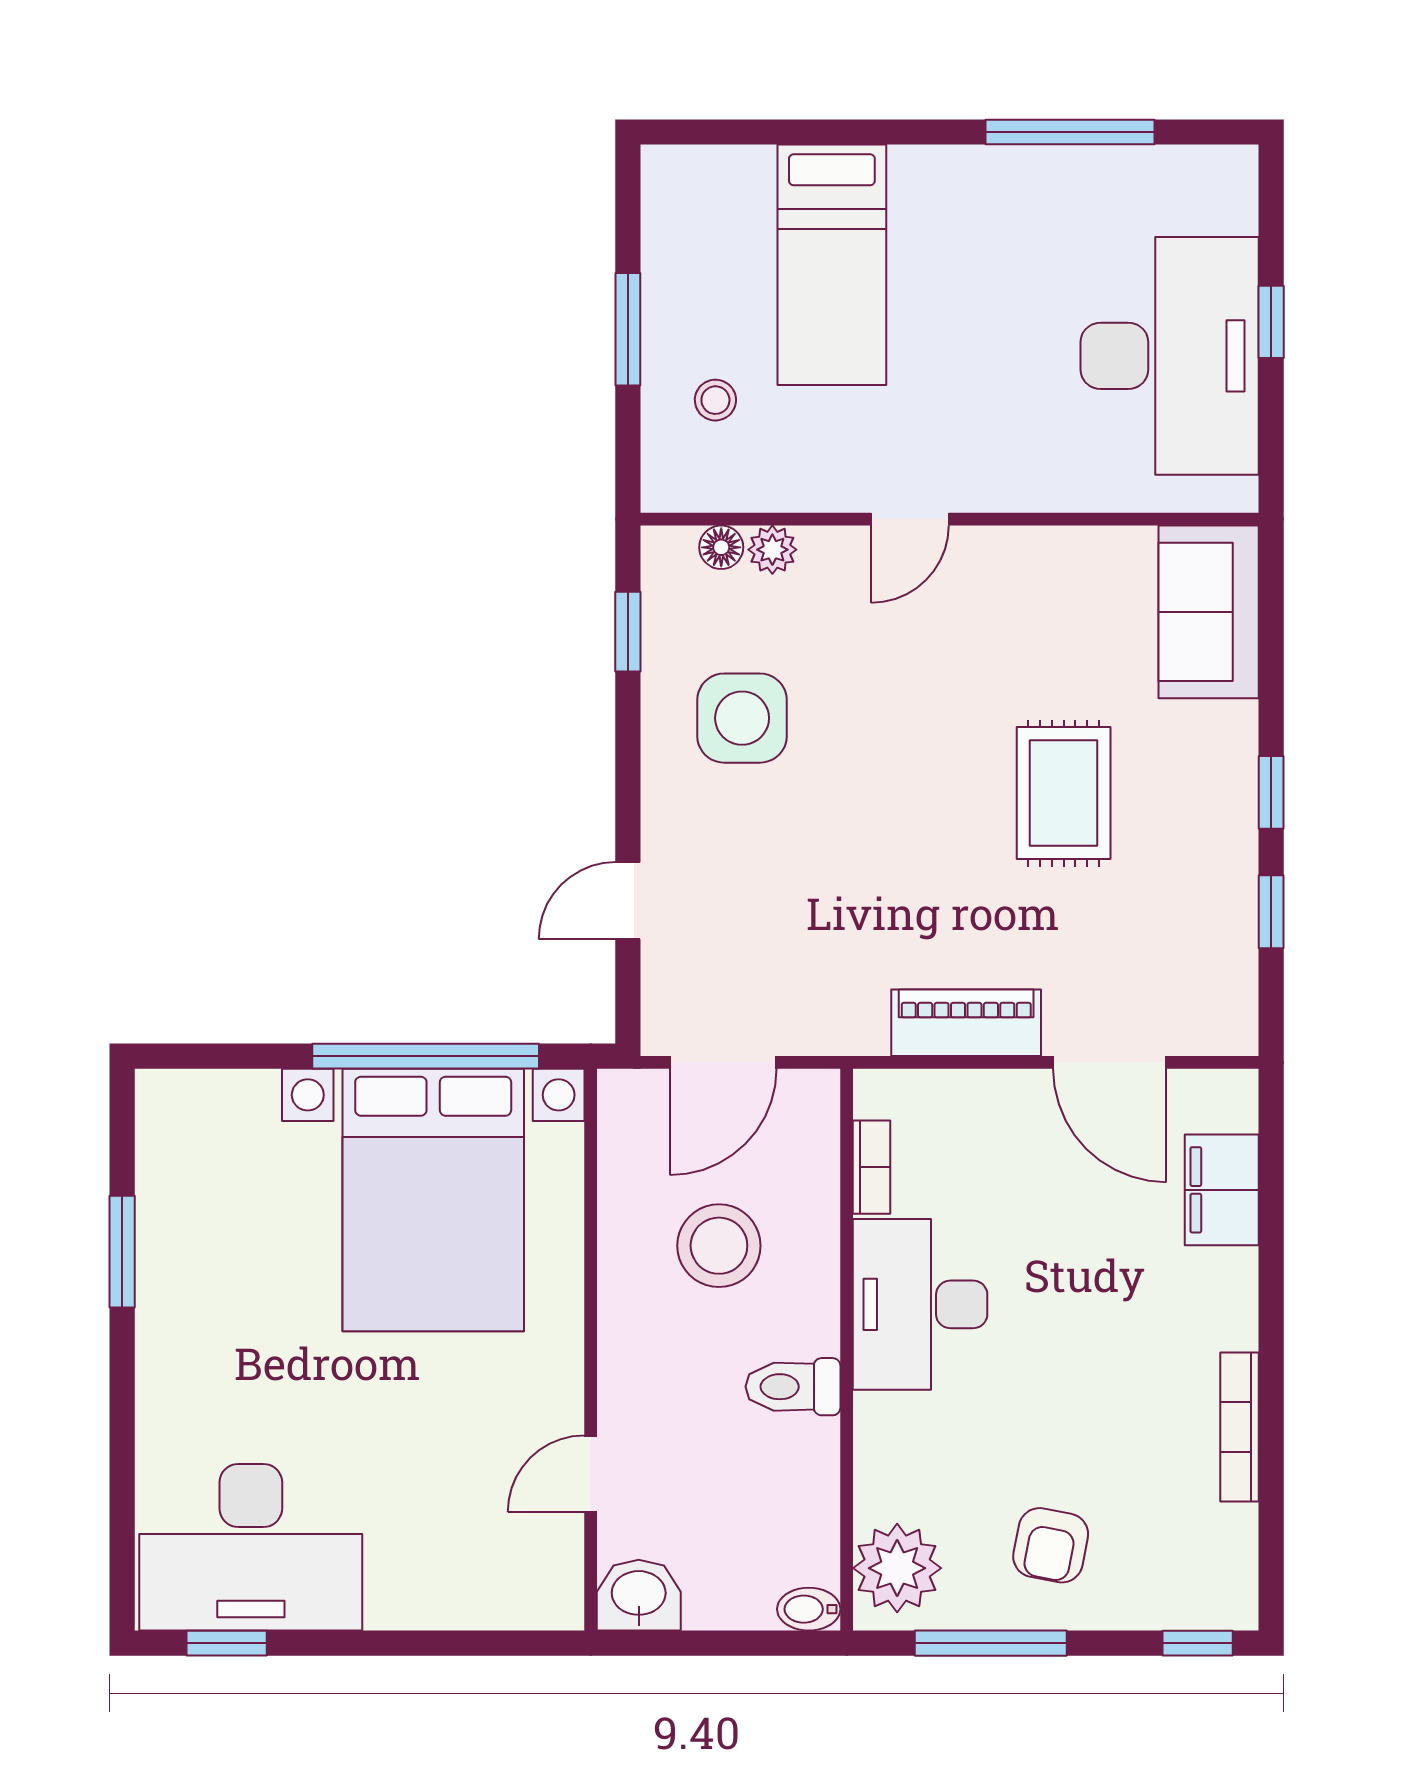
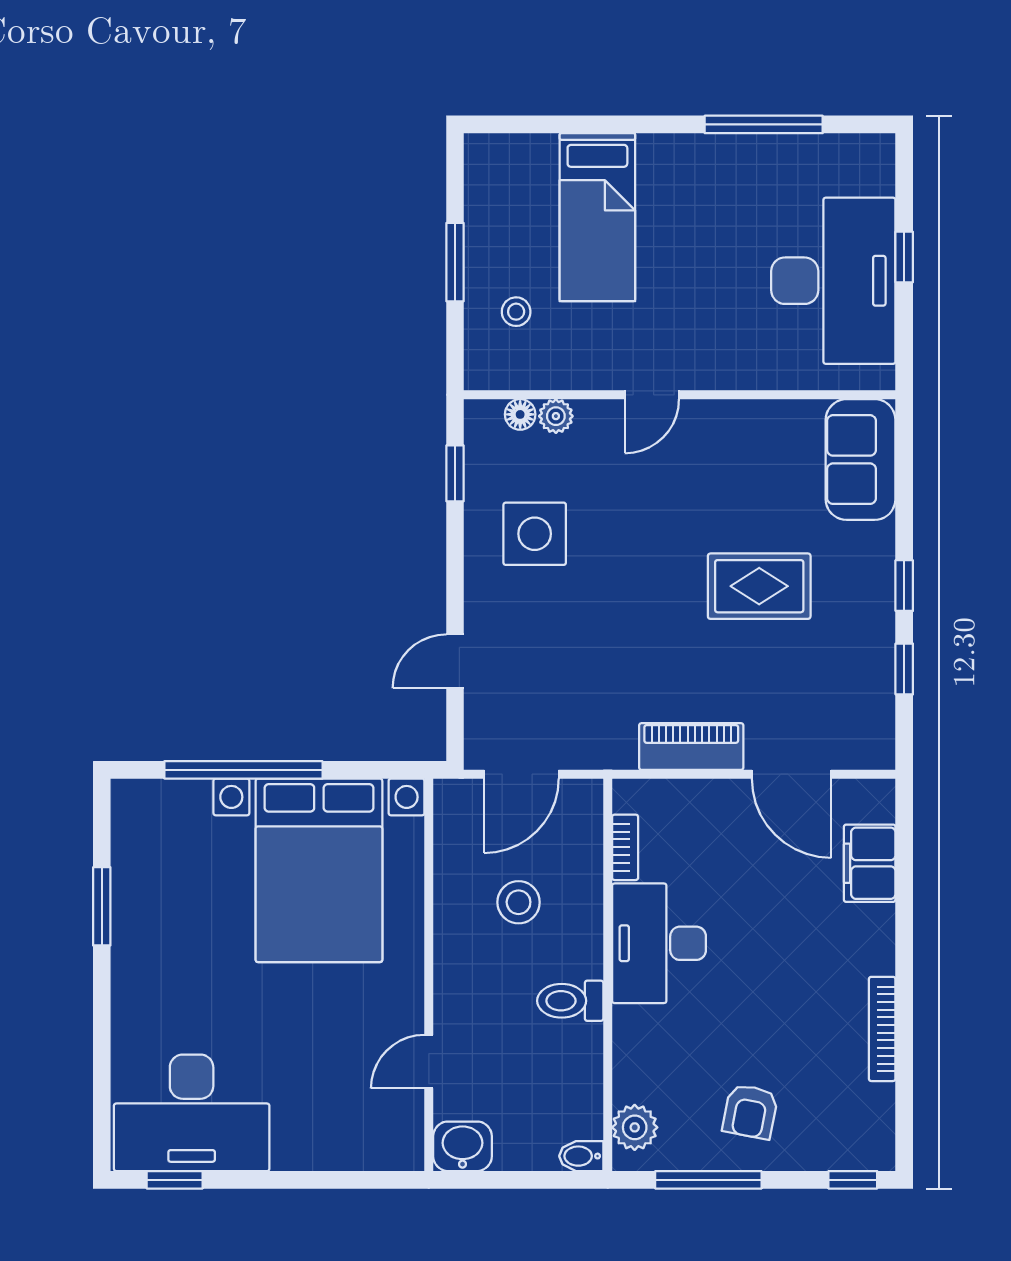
rug: (1064, 793) -> (759, 586), turned 90
window: (426, 1056) -> (243, 770), moved
stool: (719, 1246) -> (519, 902), width x0.73, depth x0.73
plant: (897, 1568) -> (635, 1127), width x0.73, depth x0.73

